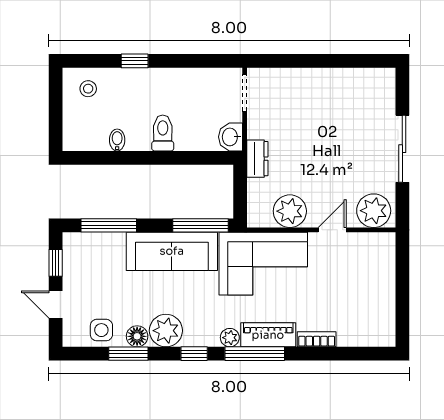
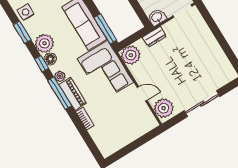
plant: (290, 211) -> (131, 55), moved
floor lamp: (137, 336) -> (50, 59), moved

